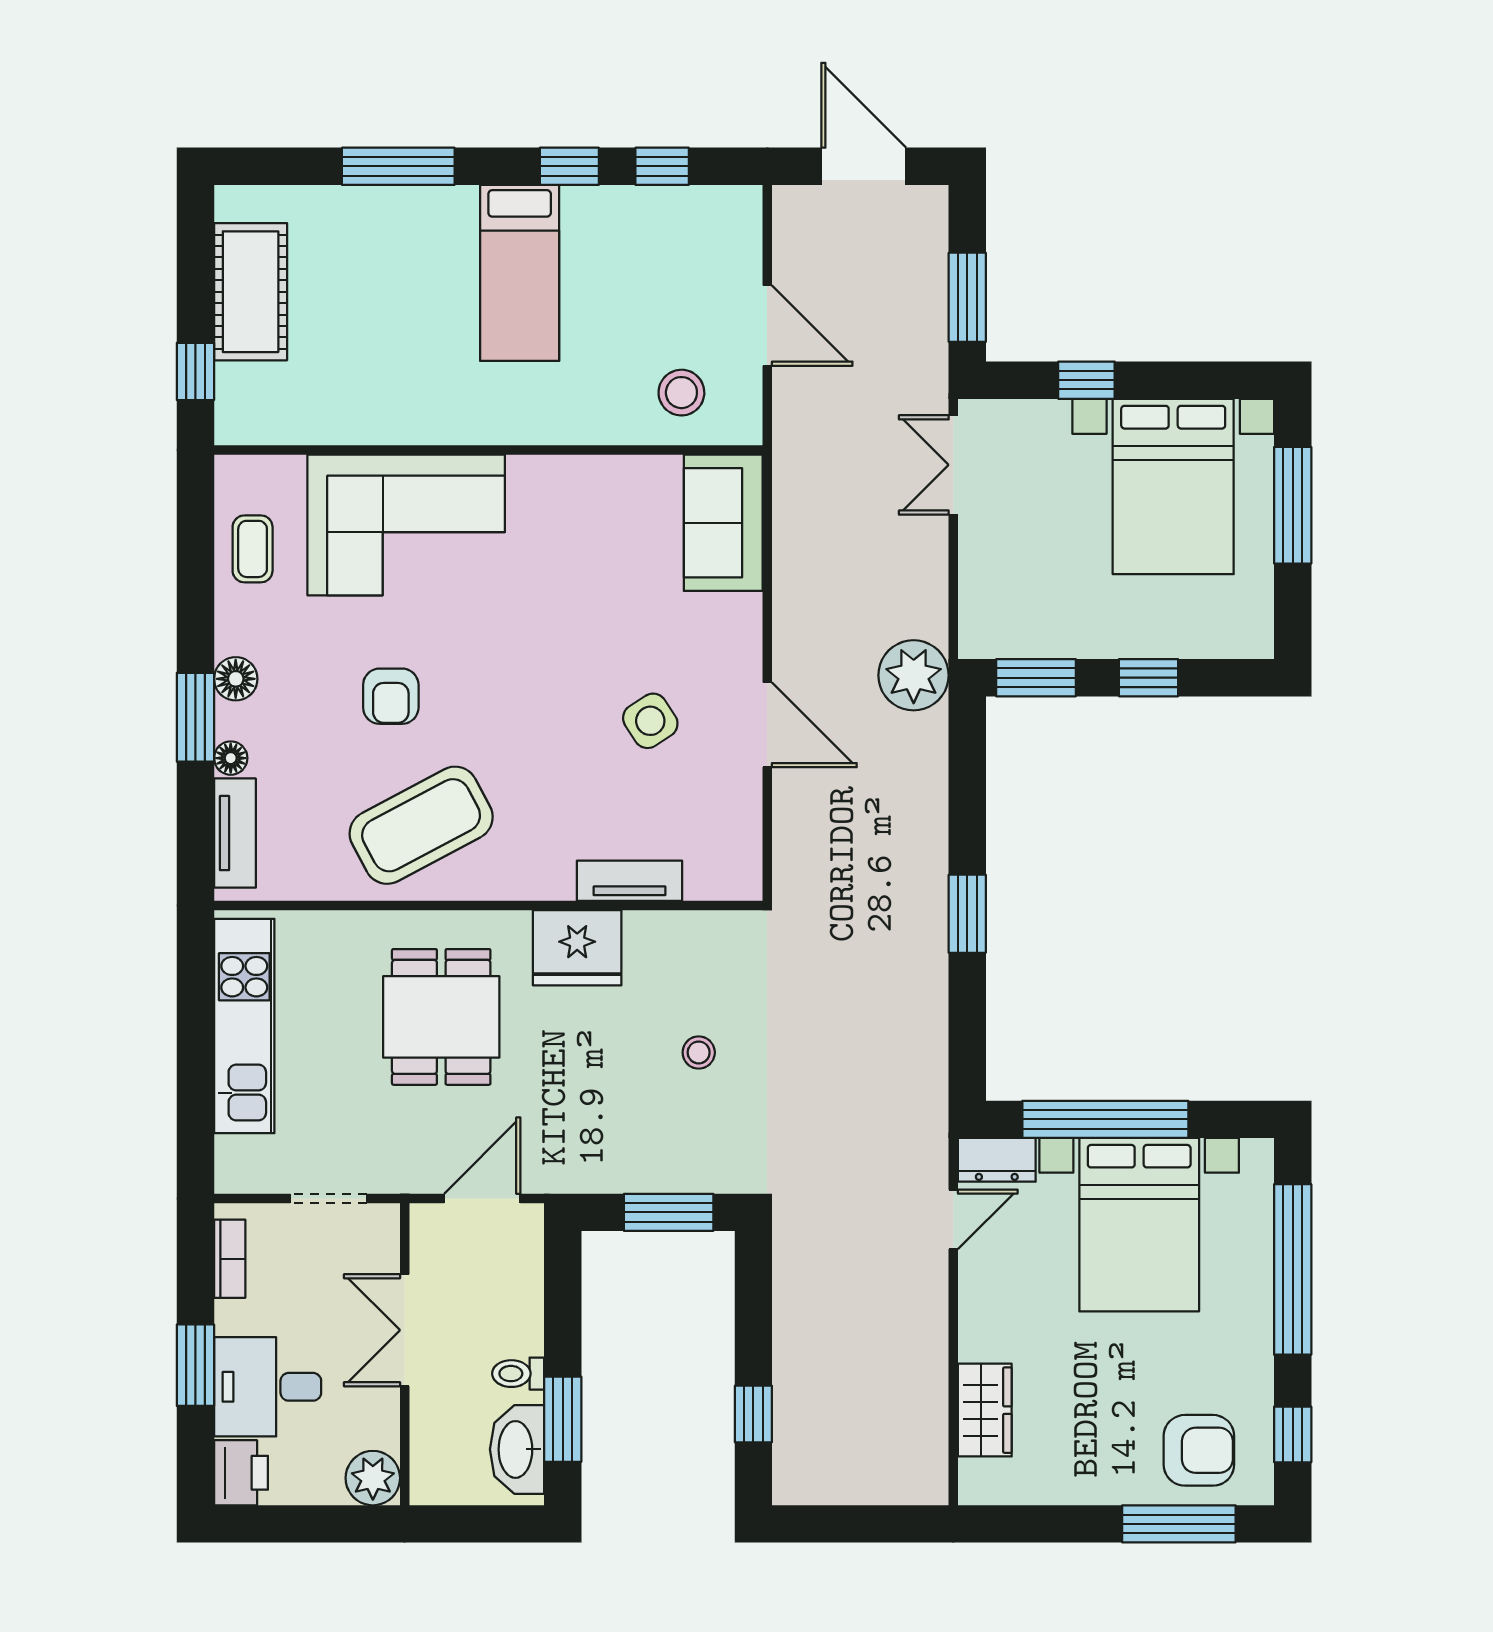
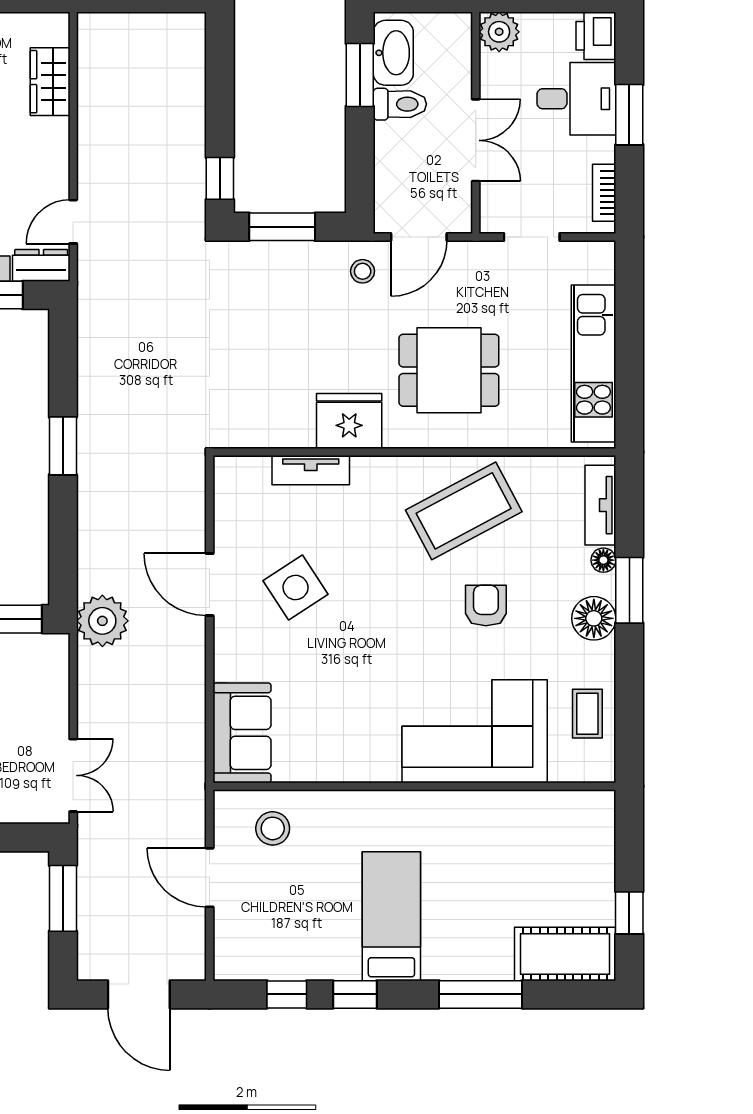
cot: (251, 292) -> (565, 954), moved, turned 90
window: (195, 371) -> (629, 913), moved
floor lamp: (236, 679) -> (594, 618), width x1.38, depth x1.38
side table: (650, 721) -> (296, 587), width x1.37, depth x1.37
dining table: (441, 1017) -> (449, 370), turned 90
stool: (699, 1052) -> (363, 271), moved
toilet: (518, 1374) -> (400, 104), width x1.37, depth x1.39
window: (753, 1414) -> (220, 178), moved

